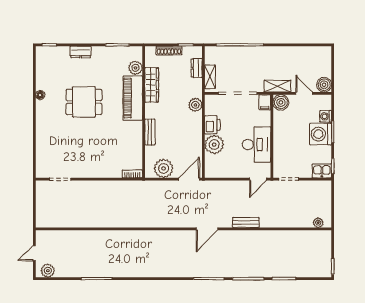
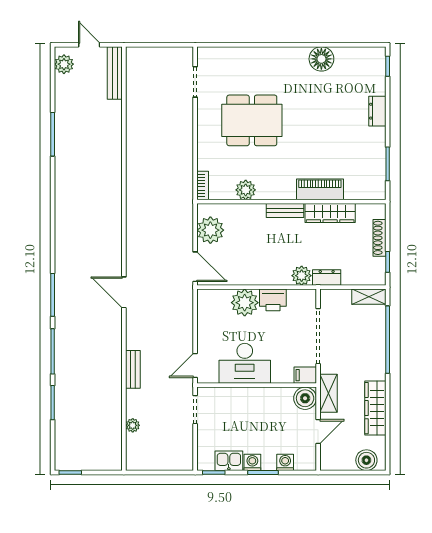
wardrobe: (288, 53) -> (375, 408), added
plant: (136, 68) -> (246, 190), moved
dresser: (197, 68) -> (327, 278), moved
shelving: (210, 77) -> (369, 297), moved
boiler: (324, 85) -> (366, 460), moved
floor lamp: (40, 95) -> (321, 59), width x1.89, depth x1.89
piano: (133, 98) -> (320, 189), width x0.73, depth x0.75
dining table: (84, 102) -> (252, 120), moved, width x1.38
bench: (150, 132) -> (285, 211), moved
washing machine: (321, 134) -> (252, 462), width x0.53, depth x0.53
kitchen sink: (322, 171) -> (229, 461), moved, turned -90
door: (258, 179) -> (195, 366), hinge flipped
bench: (246, 223) -> (133, 369), moved
plant: (318, 223) -> (133, 425), moved
bench: (54, 235) -> (115, 73), added

